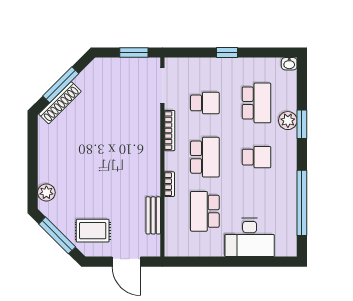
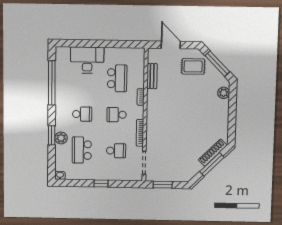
school desk: (205, 103) -> (116, 151), turned 180
school desk: (205, 157) -> (117, 115), width x0.54
school desk: (256, 157) -> (82, 114), turned 180

